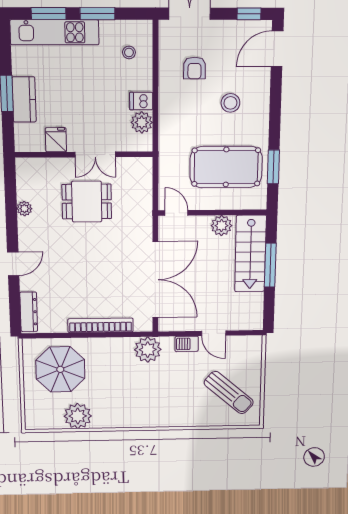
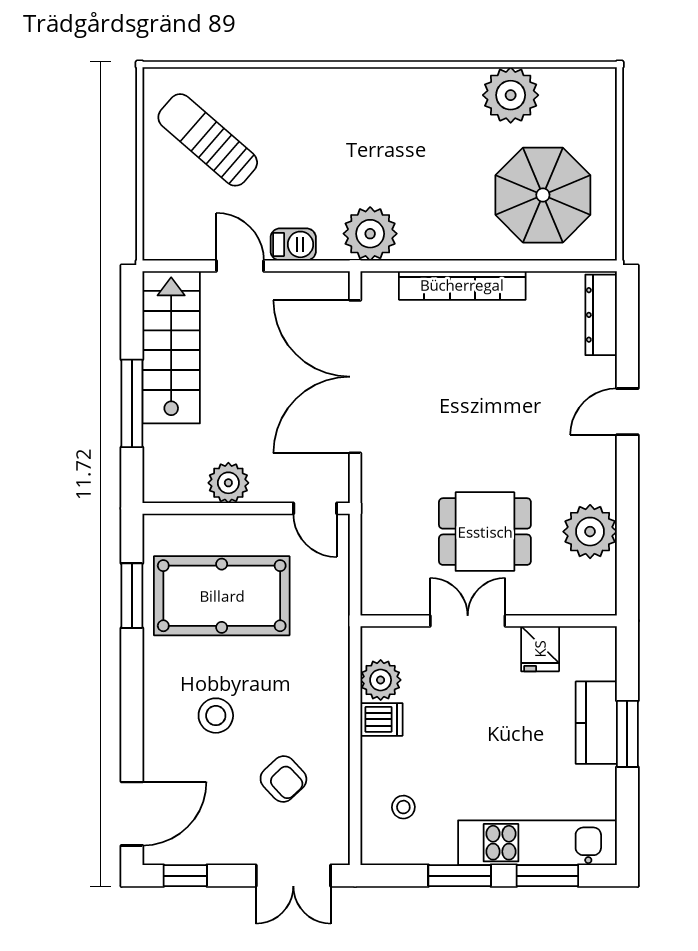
armchair: (194, 68) -> (283, 779), turned 137
plant: (24, 209) -> (590, 532), width x1.88, depth x1.88
stairs: (250, 254) -> (171, 347), moved

